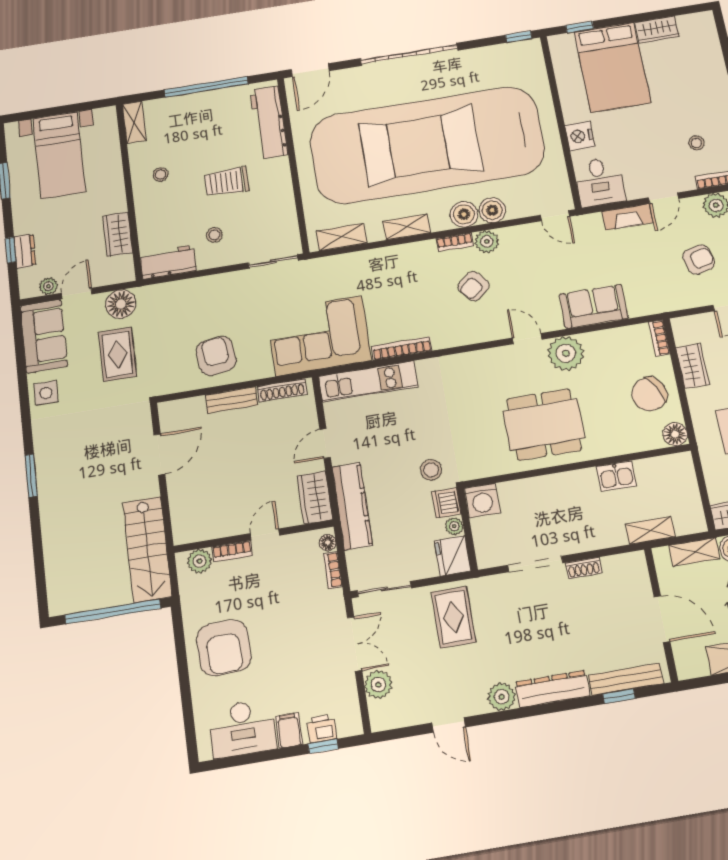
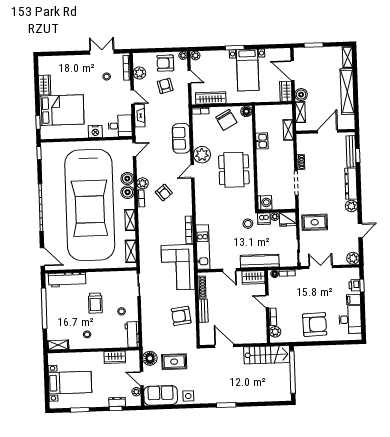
wardrobe: (693, 366) -> (211, 98), width x1.50
plant: (378, 685) -> (353, 258), moved

